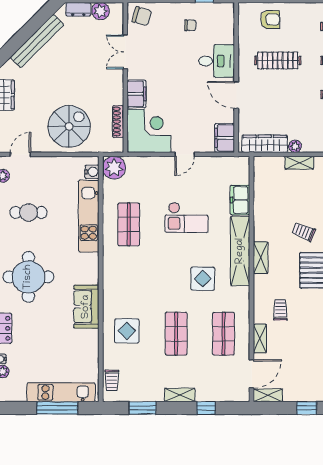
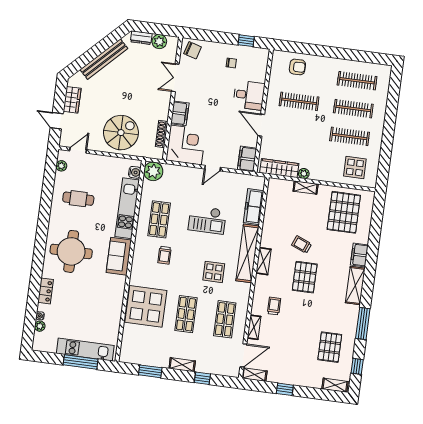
freezer: (240, 200) -> (254, 207), width x1.40
sofa: (86, 307) -> (119, 256), moved
display table: (127, 331) -> (146, 306), width x1.86, depth x1.86
trolley: (112, 380) -> (164, 255), moved

